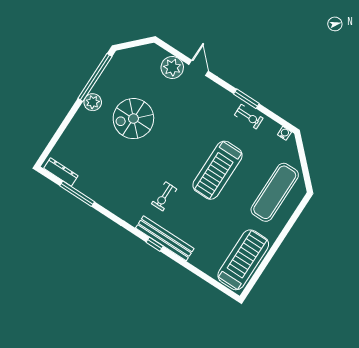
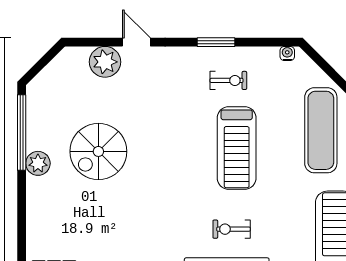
exercise bike: (249, 117) -> (228, 80), moved
exercise bike: (164, 196) -> (232, 229), moved, turned 90

